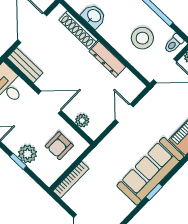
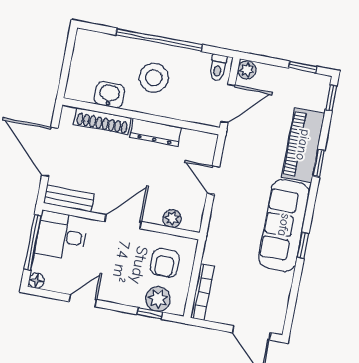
stool: (142, 38) -> (154, 78), moved
plant: (28, 154) -> (158, 299), moved
window: (18, 161) -> (150, 313), moved

